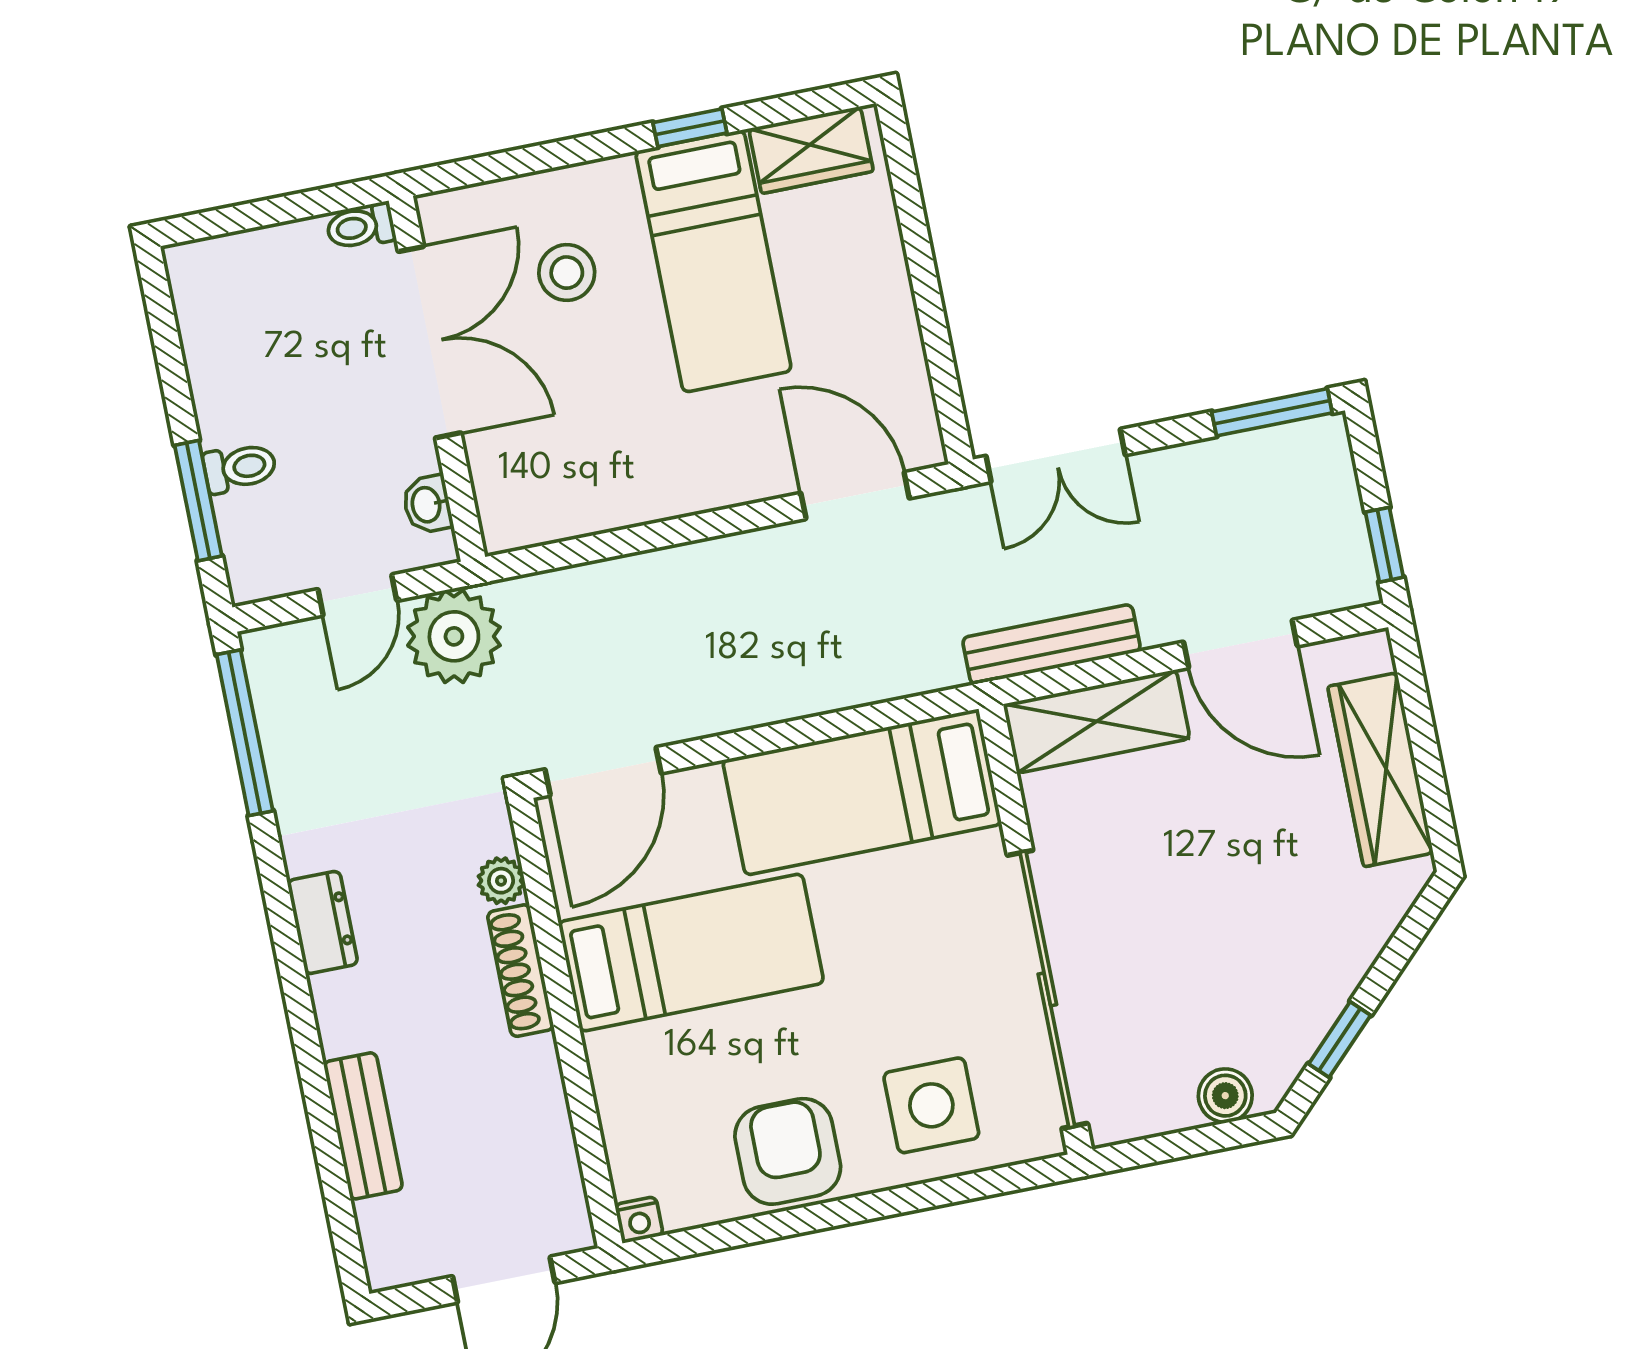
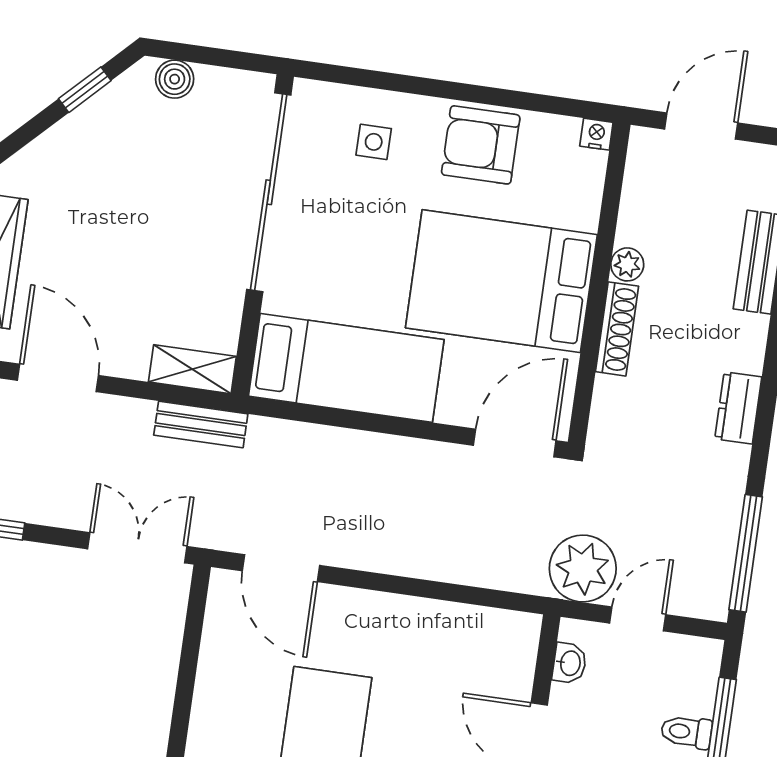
bench: (1051, 645) -> (201, 424), width x0.73
shelving: (1097, 721) -> (192, 369), width x0.67, depth x0.75
plant: (501, 881) -> (627, 264), moved
bed: (691, 953) -> (501, 281), width x1.50
side table: (931, 1105) -> (374, 142), width x0.54, depth x0.54
armchair: (788, 1151) -> (481, 145), turned 90

